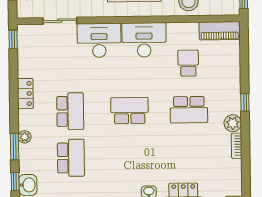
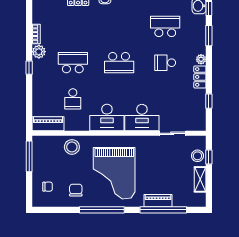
window: (13, 39) -> (209, 101), moved
school desk: (70, 111) -> (165, 63), width x0.54
plant: (25, 137) -> (201, 59), moved
school desk: (71, 158) -> (165, 26), turned 90

